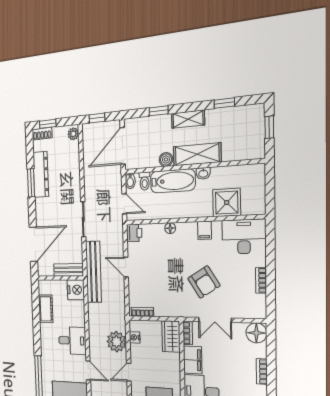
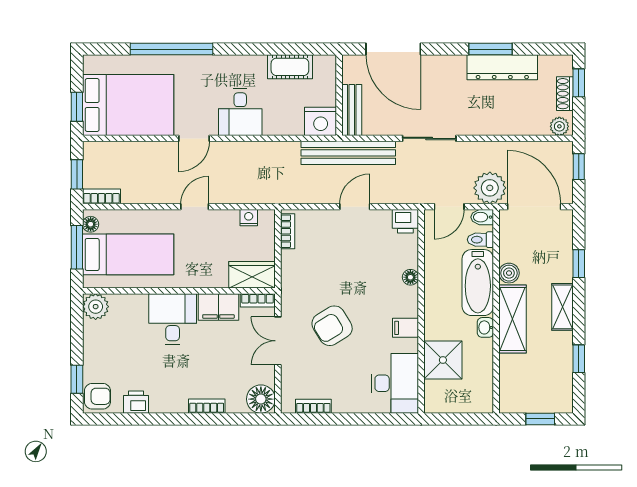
shoe rack: (42, 134) -> (565, 94), moved
bookcase: (261, 280) -> (313, 406), moved
plant: (117, 342) -> (490, 188), moved
door: (129, 372) -> (195, 207), hinge flipped

